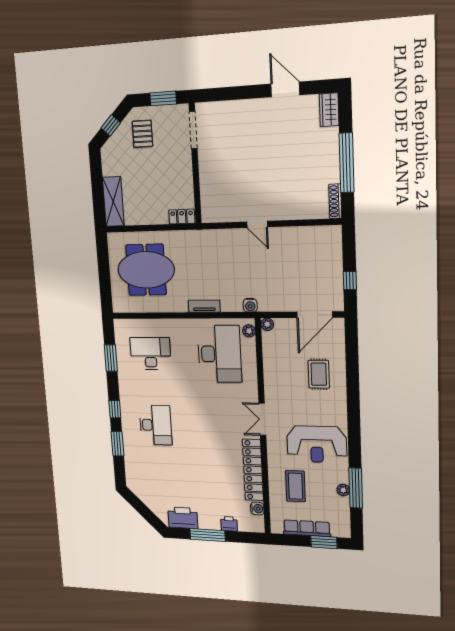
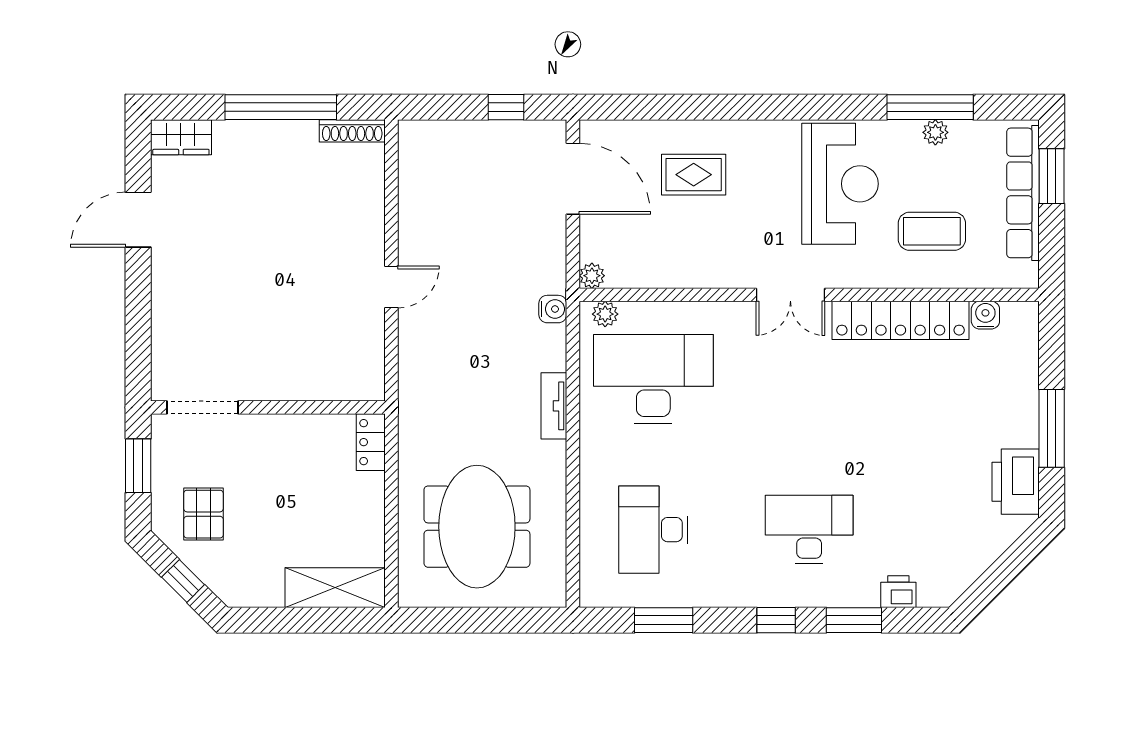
pallet: (142, 134) -> (203, 514), turned 90
printer: (229, 524) -> (898, 592), moved, turned 90
row of seats: (307, 528) -> (1023, 193), width x1.36

